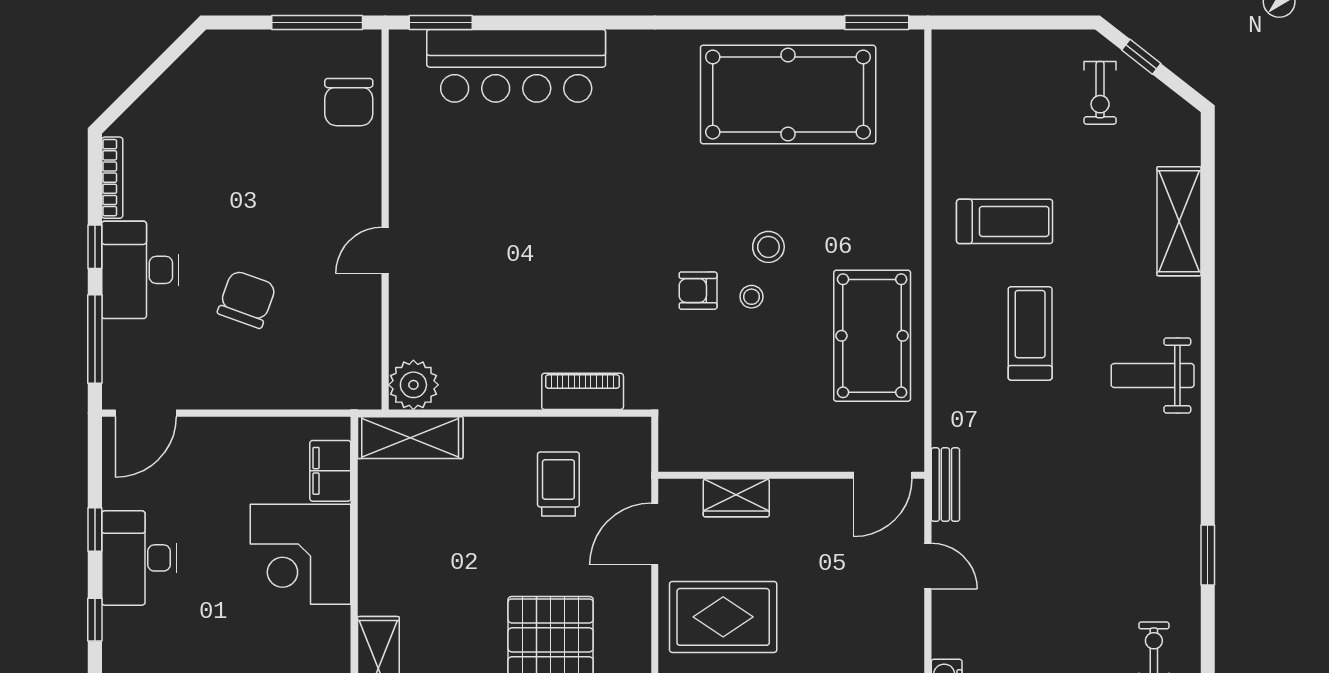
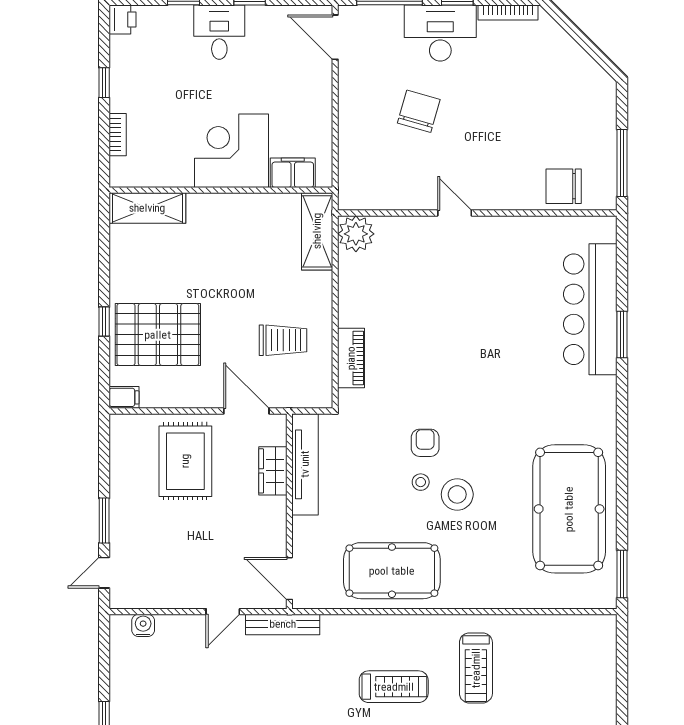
window: (441, 23) -> (622, 335), moved
stool: (768, 247) -> (457, 494), width x1.38, depth x1.38
chair: (247, 299) -> (419, 111), turned -94
tv unit: (727, 454) -> (305, 464), added
bench: (945, 485) -> (283, 624), width x1.36
desk: (139, 558) -> (219, 32), width x0.73

